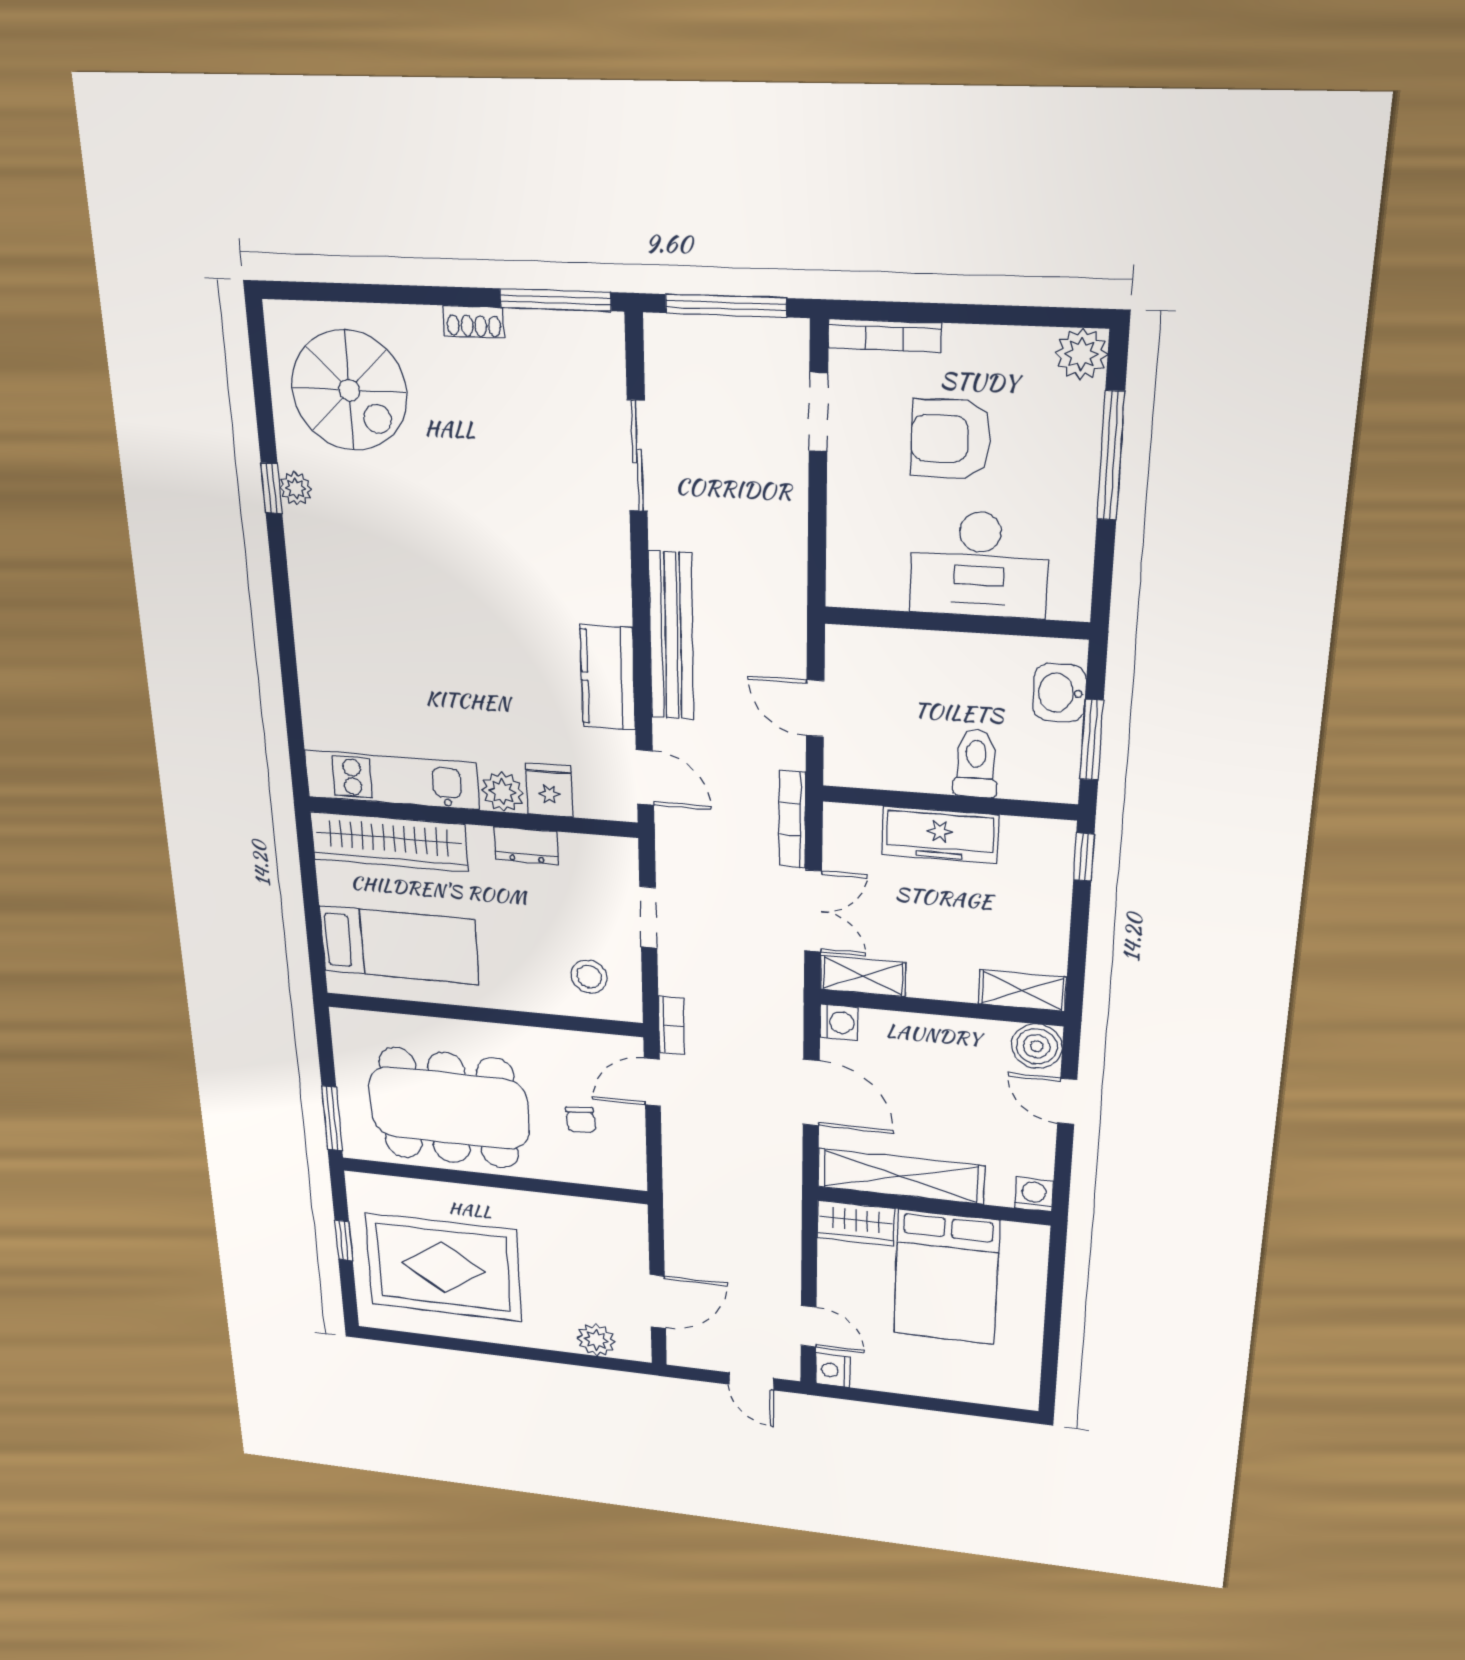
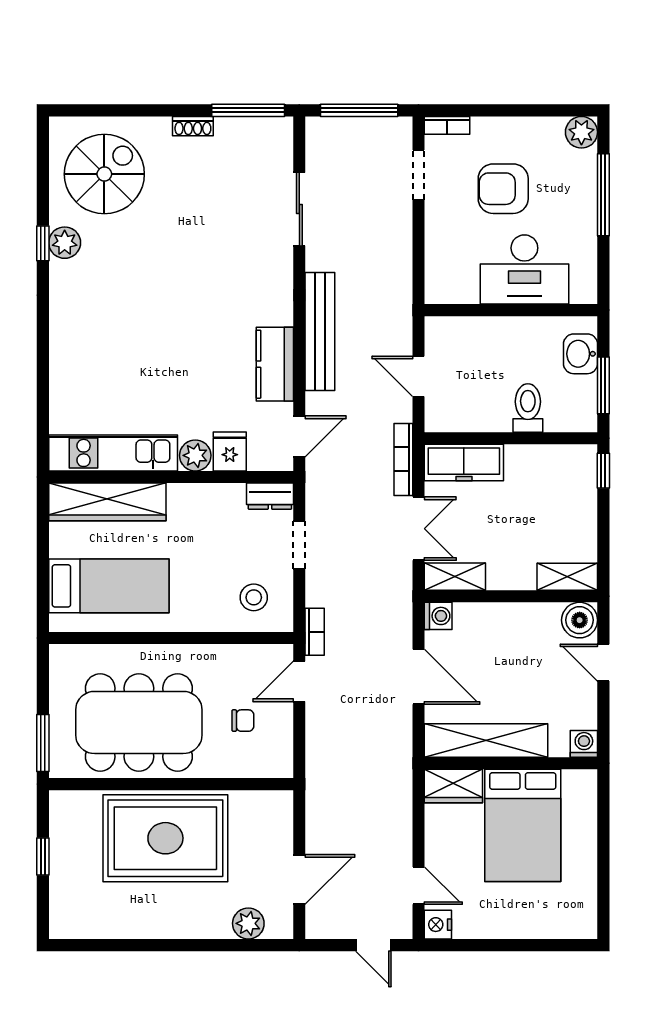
bookcase: (885, 335) -> (447, 125), width x0.64
spiral stairs: (349, 390) -> (104, 174), turned -90
plant: (296, 488) -> (65, 243), width x1.38, depth x1.38
door: (645, 778) -> (299, 436), hinge flipped
freezer: (940, 835) -> (464, 463), moved
dresser: (526, 846) -> (270, 496), moved
chair: (581, 1120) -> (243, 721), turned -85
rug: (443, 1267) -> (165, 838), moved

